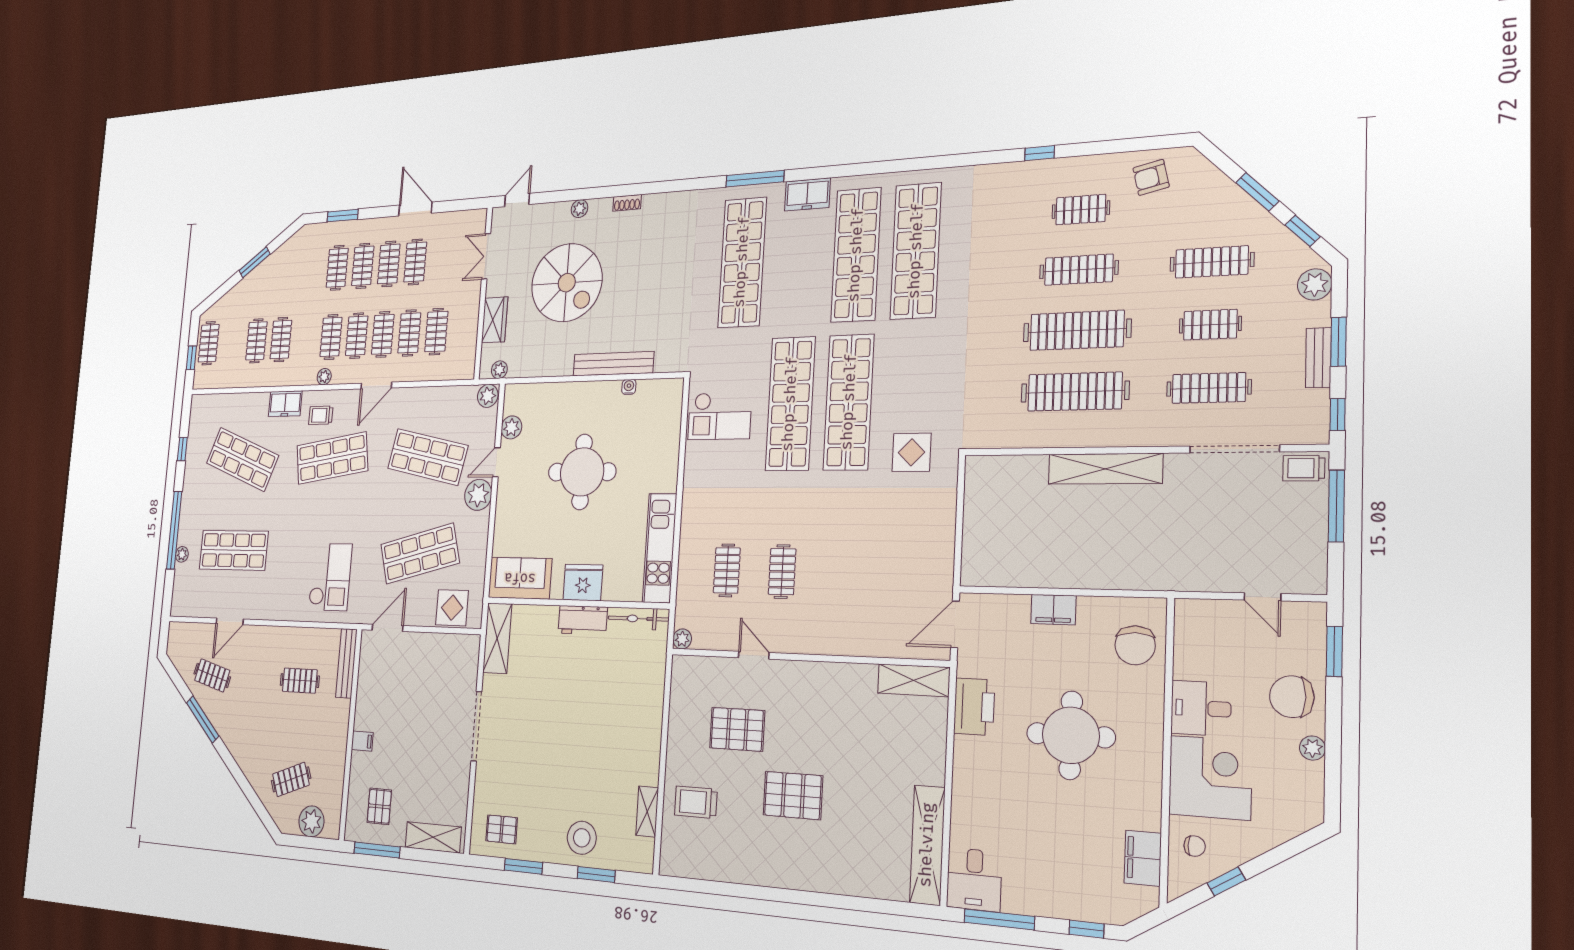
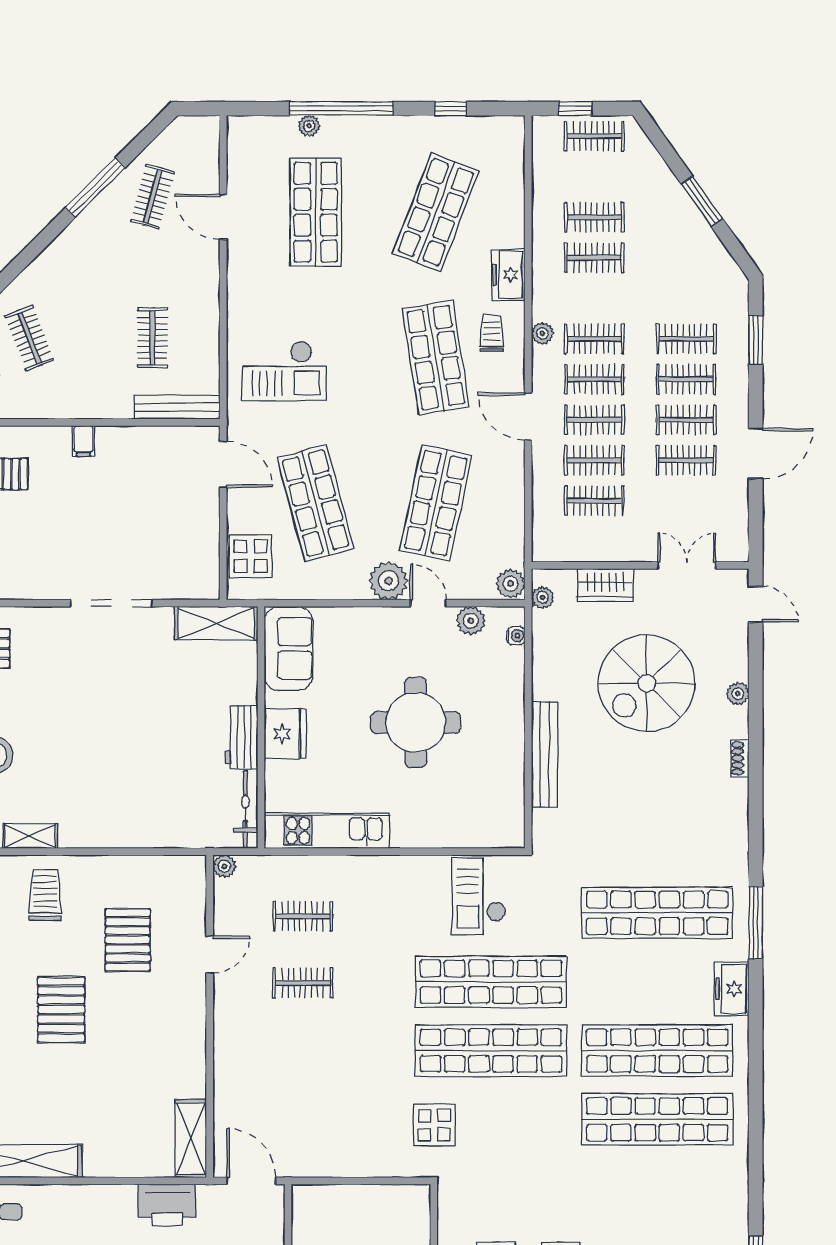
water cooler: (629, 387) -> (516, 636), moved

